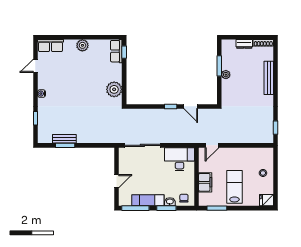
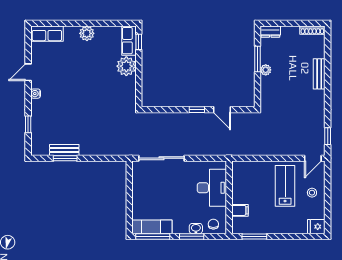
dresser: (244, 44) -> (270, 32), moved
door: (35, 66) -> (28, 72), moved
bench: (269, 78) -> (319, 74), width x0.73
plant: (114, 89) -> (126, 66), moved
door: (212, 145) -> (313, 158), moved
desk: (180, 159) -> (212, 188), moved, turned 90
door: (117, 181) -> (129, 203), removed
filing cabinet: (205, 182) -> (240, 210), width x0.50
lab bench: (234, 187) -> (285, 186), moved
exam couch: (148, 200) -> (152, 227), moved

